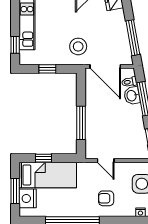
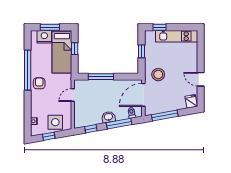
washbasin: (132, 96) -> (108, 117), moved
armchair: (106, 198) -> (39, 83), moved

